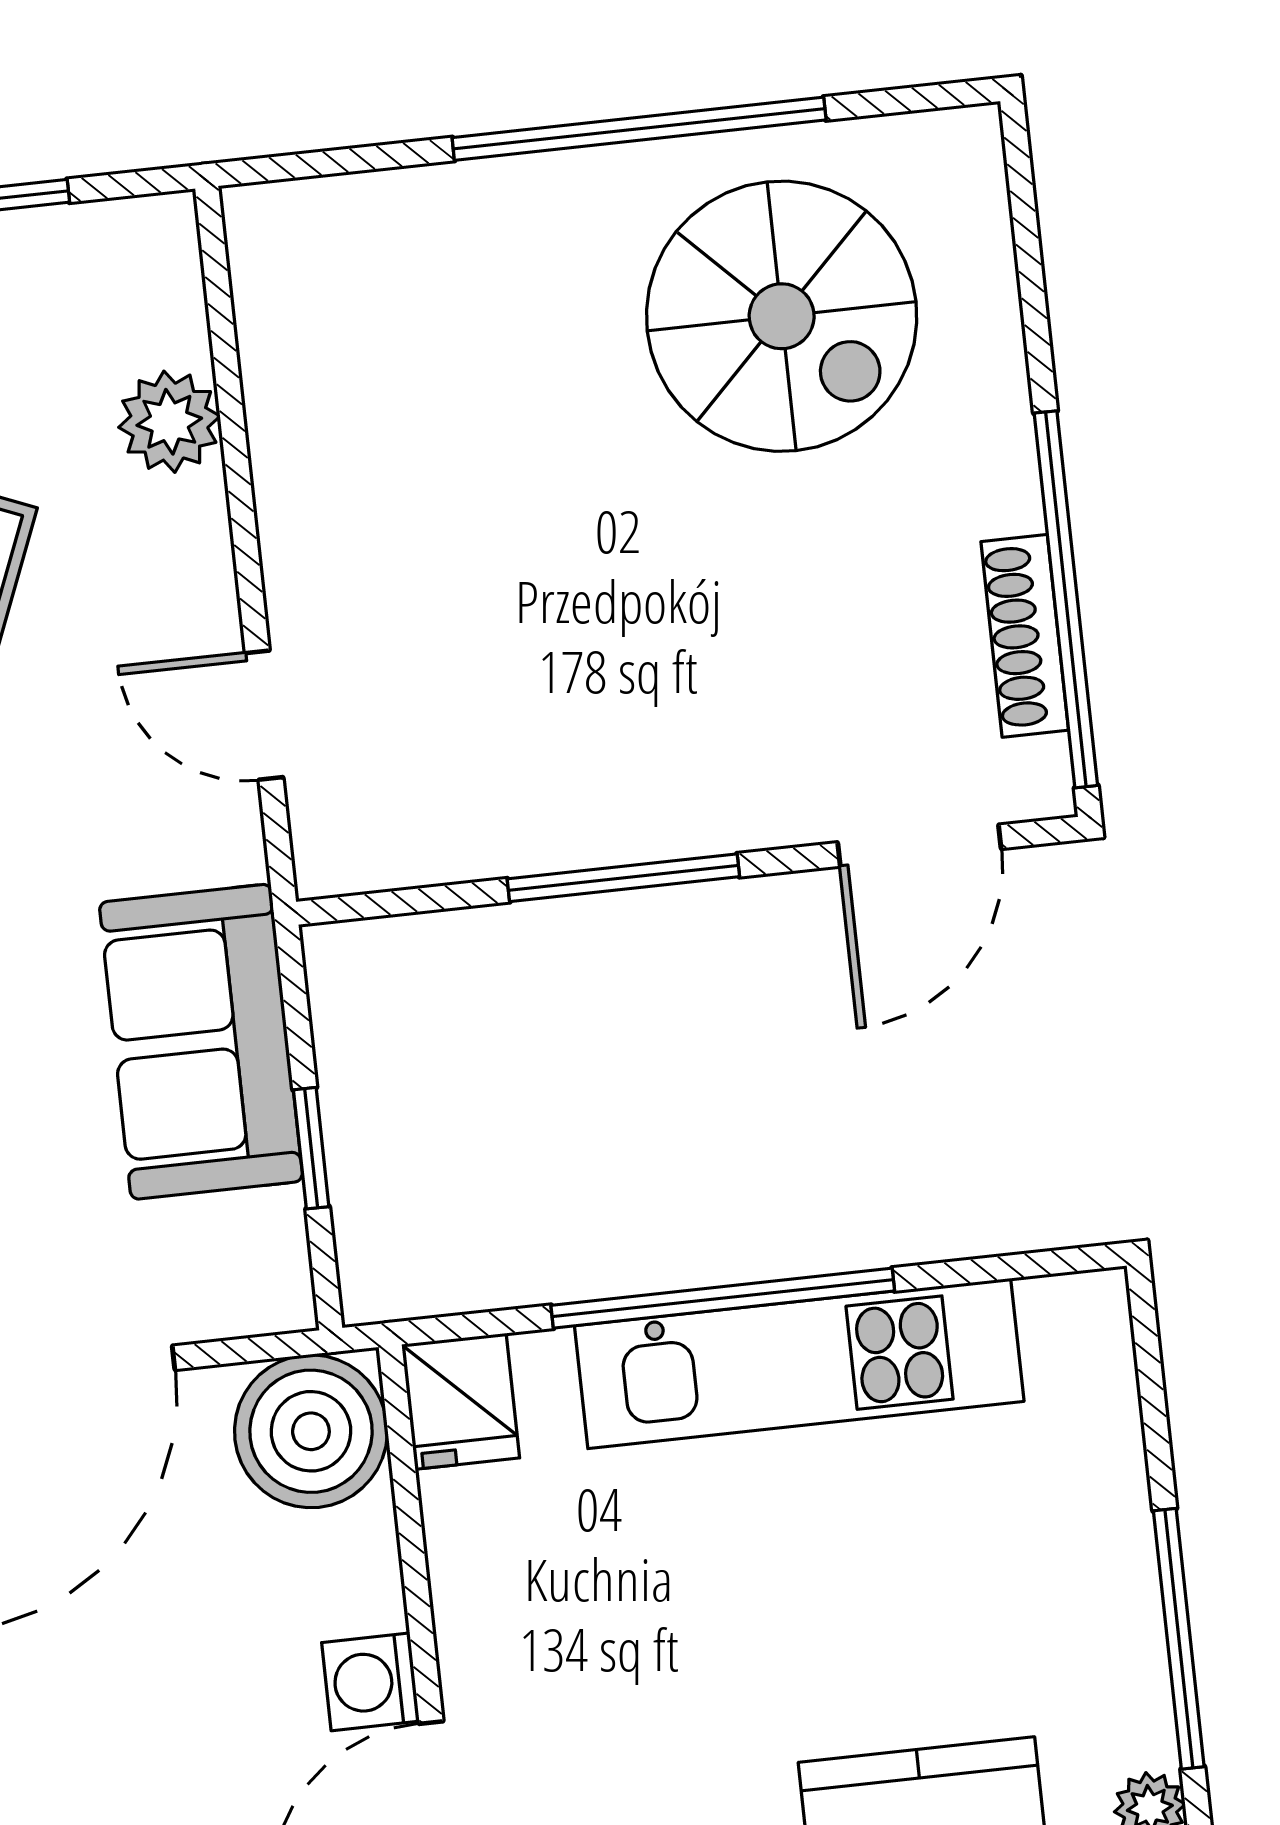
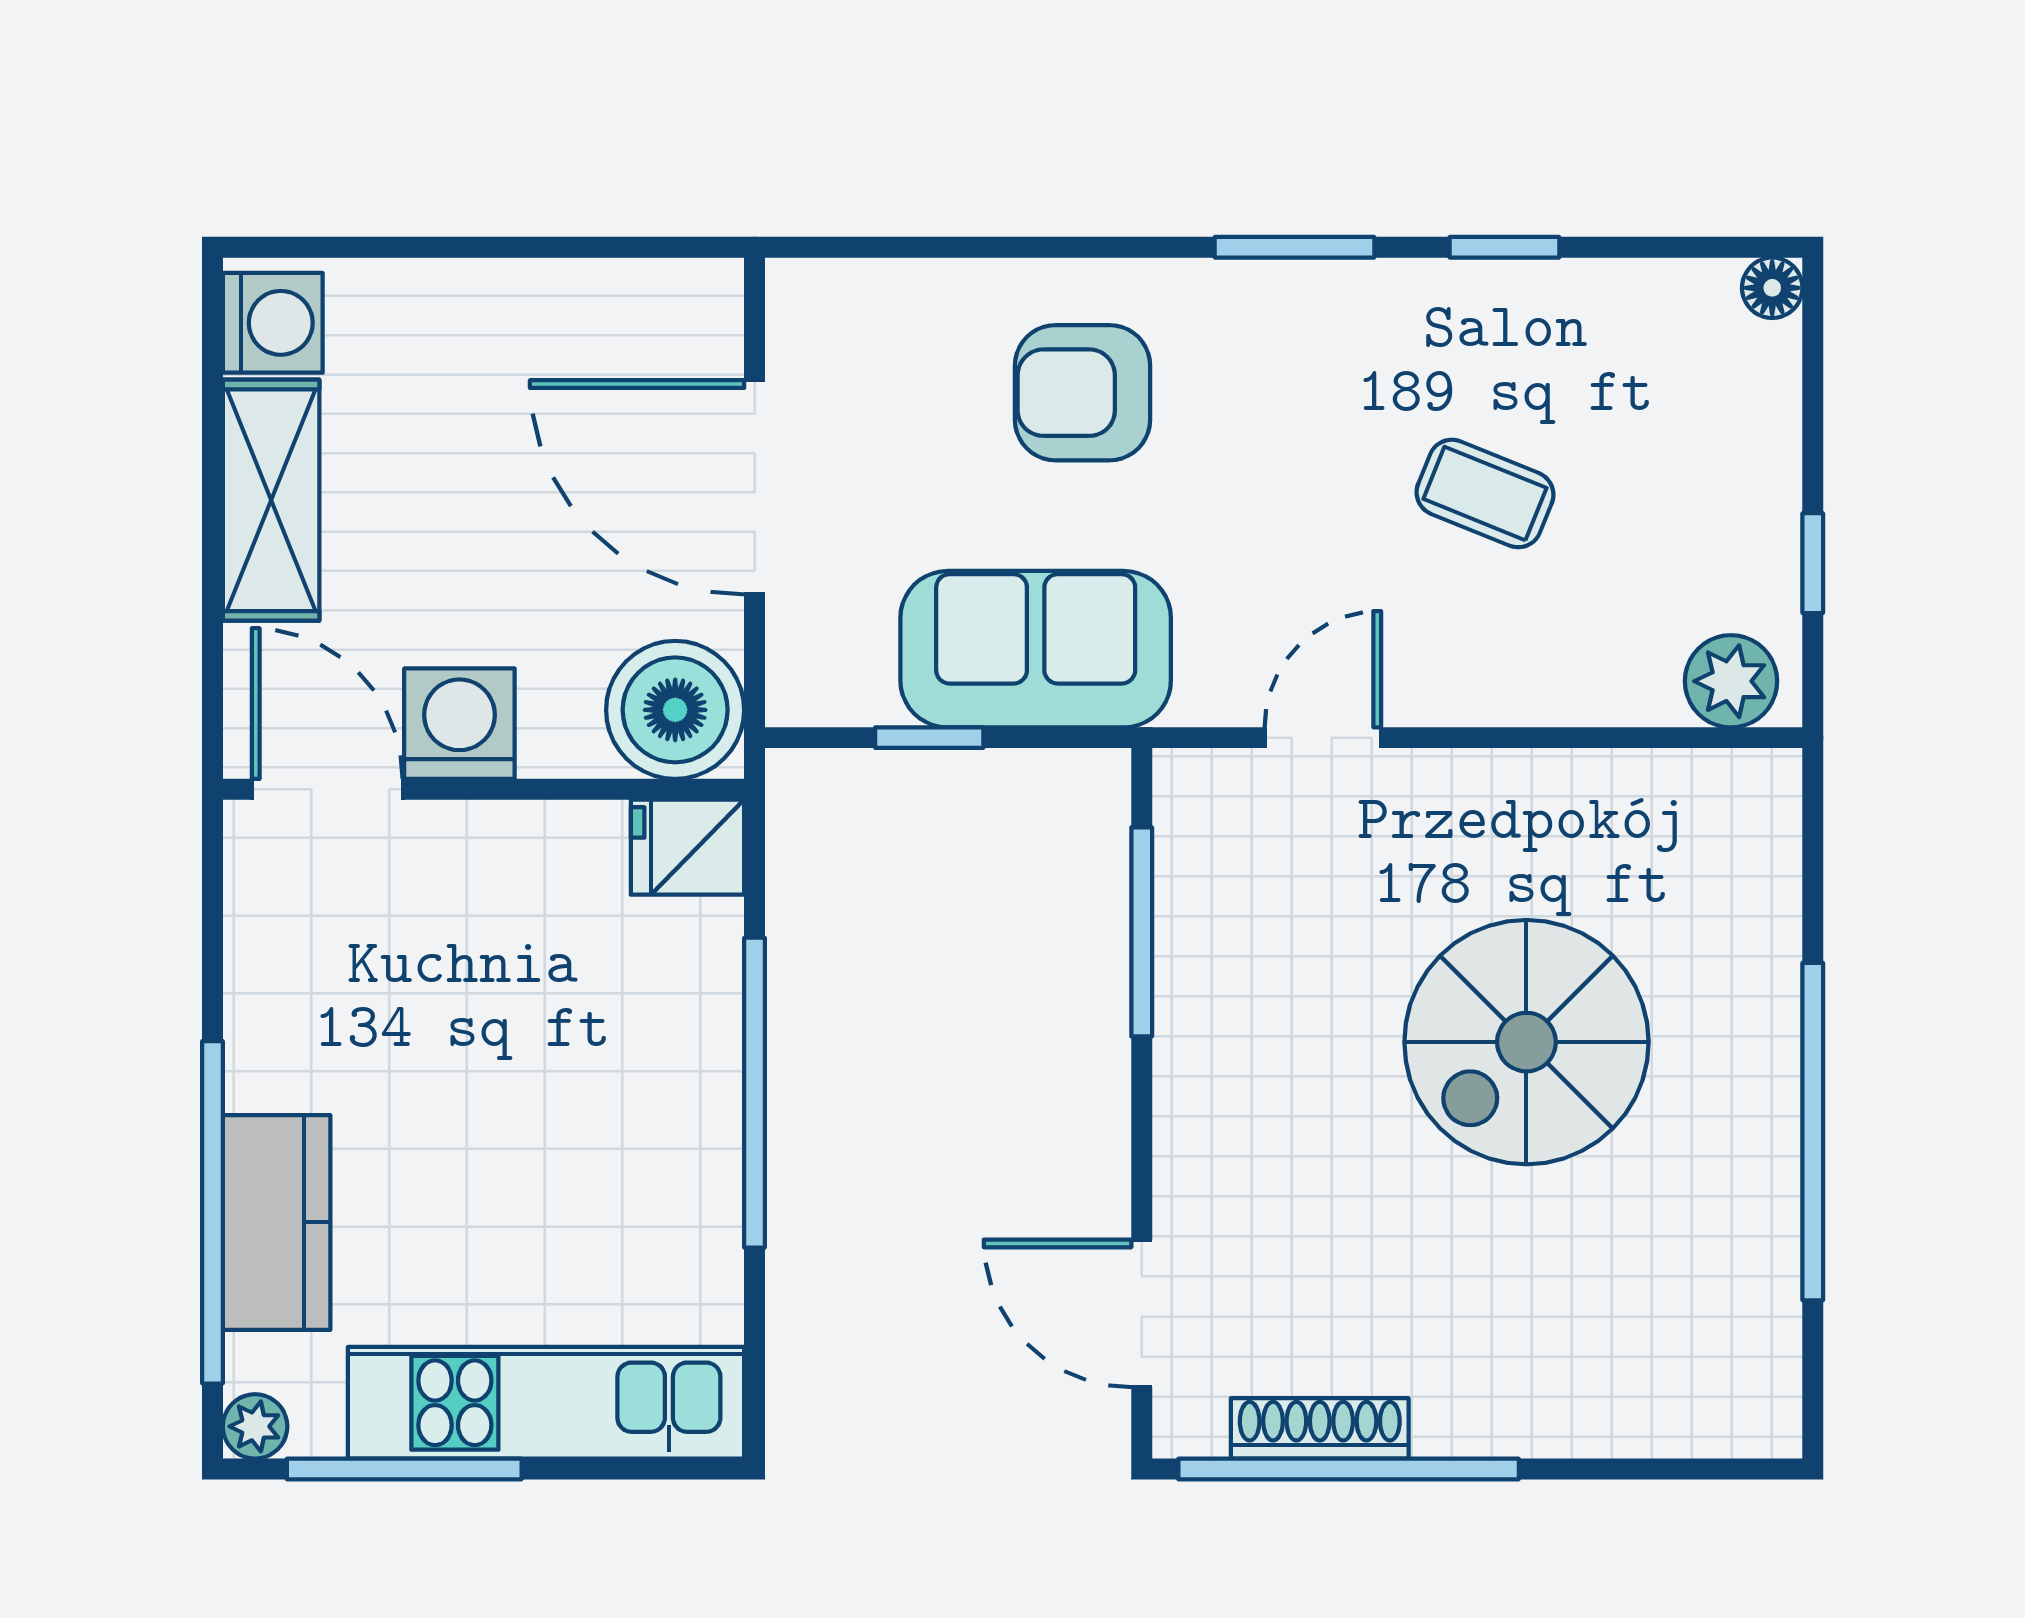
spiral stairs: (782, 316) -> (1526, 1042), moved
plant: (169, 422) -> (1731, 681), moved
window: (623, 878) -> (1142, 932), moved
kitchen unit: (799, 1364) -> (546, 1403), moved, turned 90
washing machine: (370, 1682) -> (459, 724), width x1.38, depth x1.38

